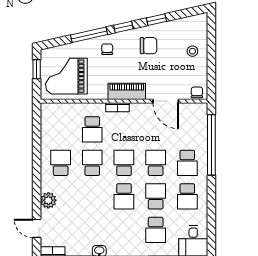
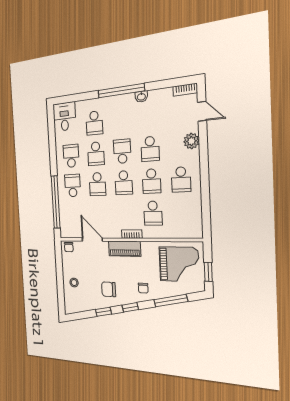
window: (89, 35) -> (171, 301), moved
school desk: (92, 129) -> (153, 213), turned 180
school desk: (92, 196) -> (150, 149), added
school desk: (156, 230) -> (94, 123), turned 180

